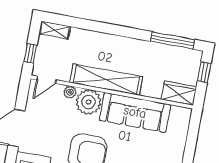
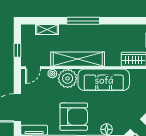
shelving: (55, 30) -> (47, 29), moved
window: (172, 40) -> (83, 21), moved

